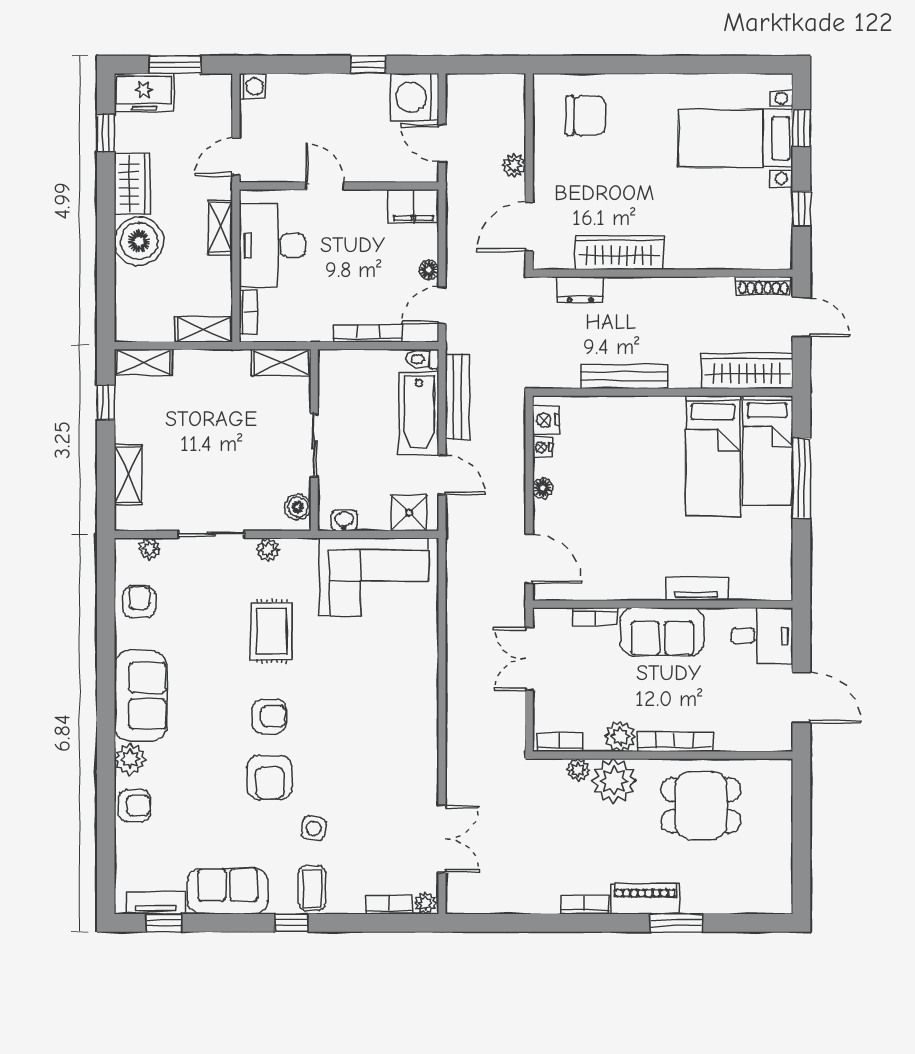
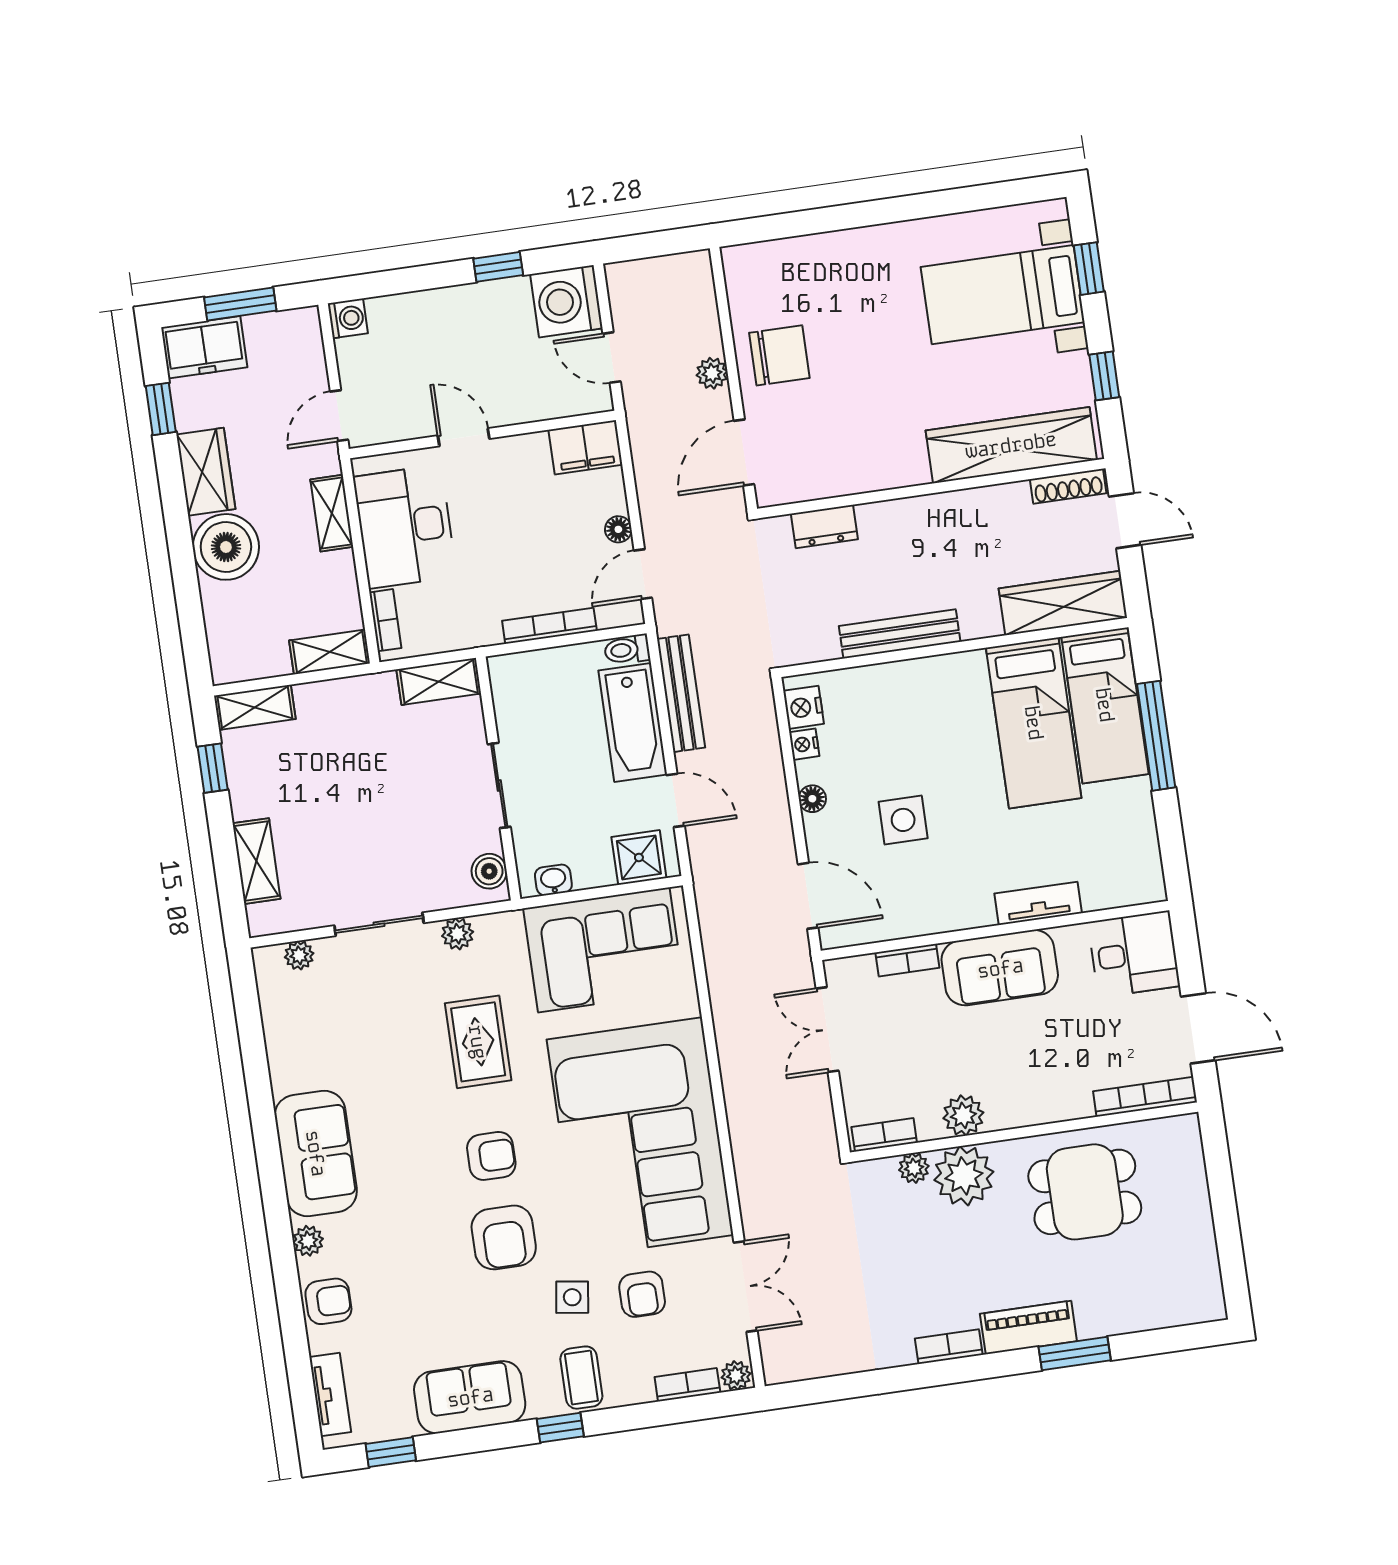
chair: (586, 116) -> (779, 355), moved
wardrobe: (619, 253) -> (1011, 445), moved, width x1.40, depth x1.17
side table: (607, 513) -> (903, 820), added
armchair: (139, 602) -> (642, 1294), moved, turned 180
corner sofa: (380, 718) -> (640, 1137), added
bookcase: (675, 742) -> (1145, 1097), moved
plant: (130, 759) -> (308, 1241), width x0.73, depth x0.73
tv unit: (156, 903) -> (330, 1394), moved, turned 90

